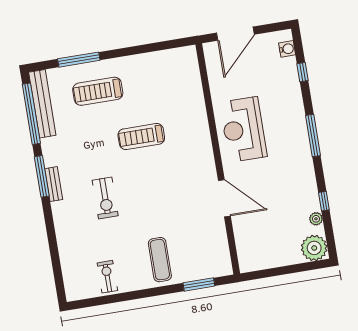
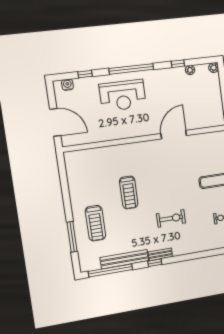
bench: (42, 104) -> (124, 259), moved
reception desk: (243, 129) -> (123, 95), moved
window: (313, 135) -> (131, 69), width x1.46
window: (42, 176) -> (155, 263), width x0.46
plant: (314, 248) -> (214, 68), width x0.53, depth x0.53

